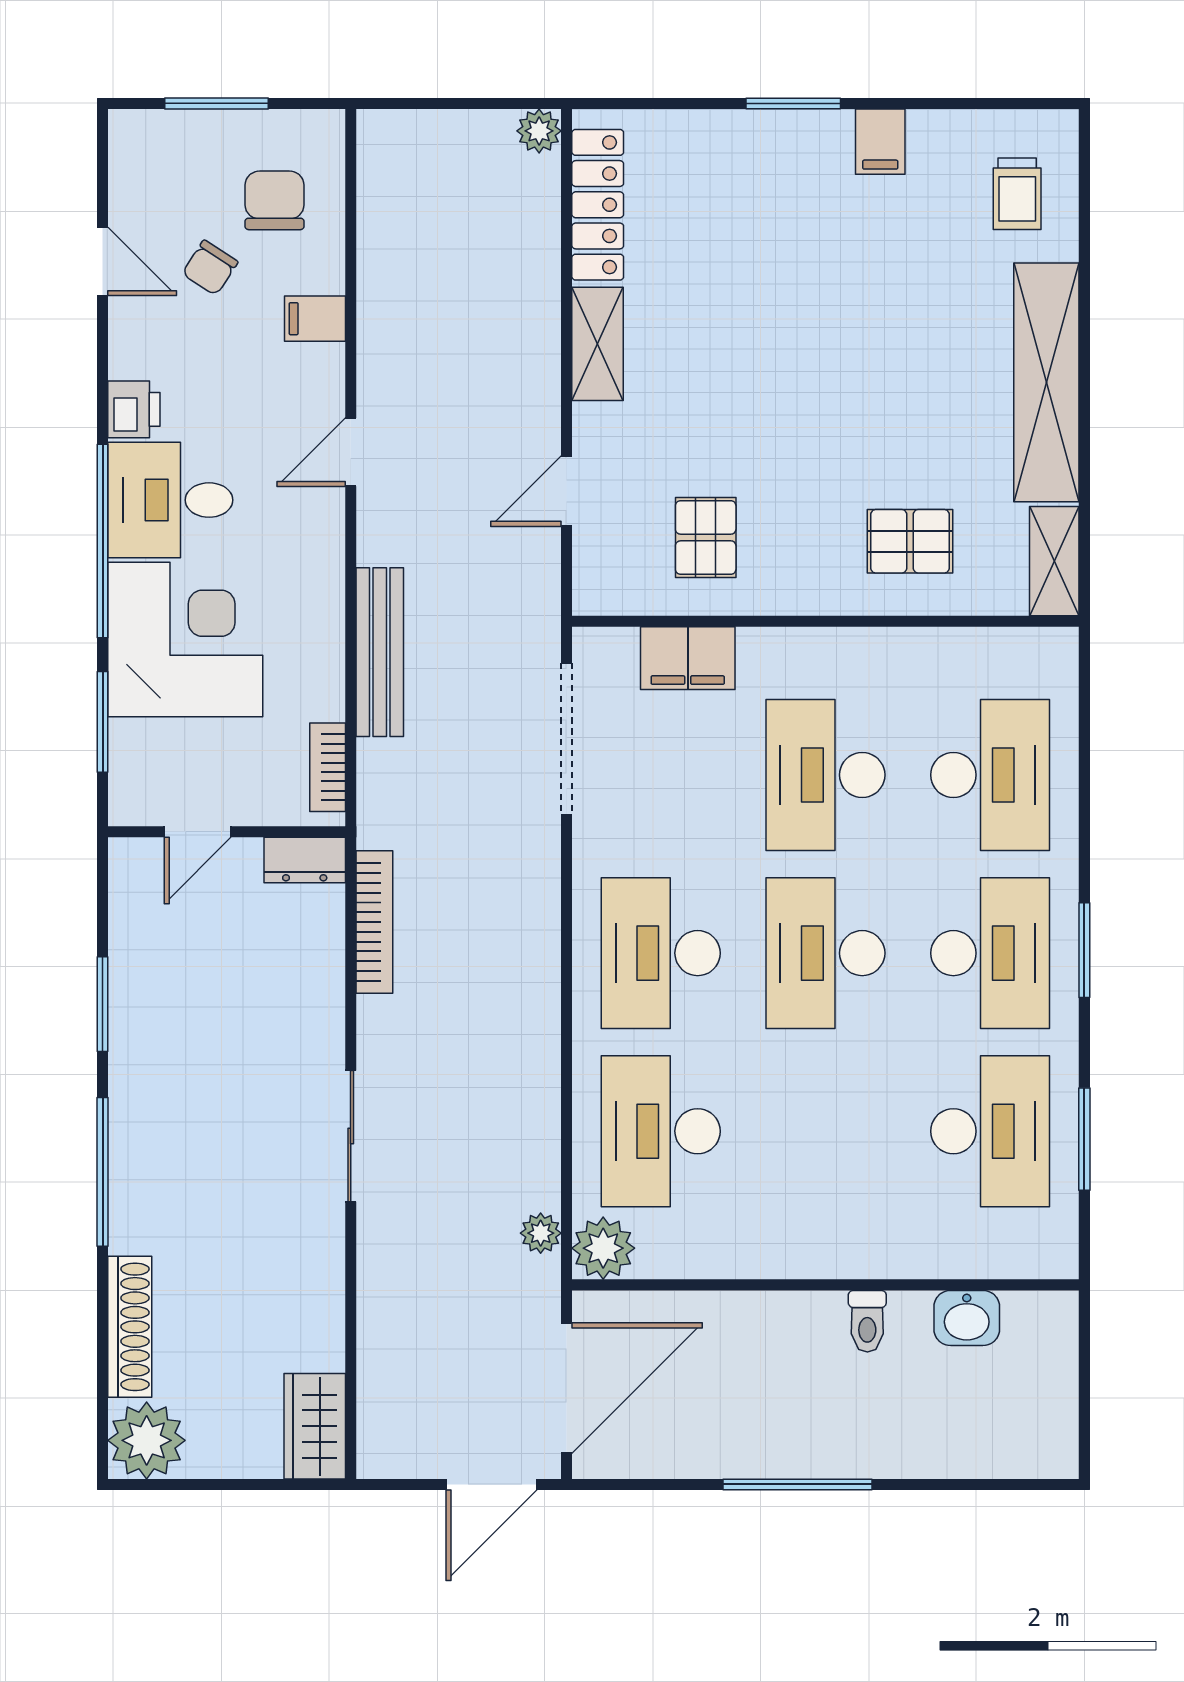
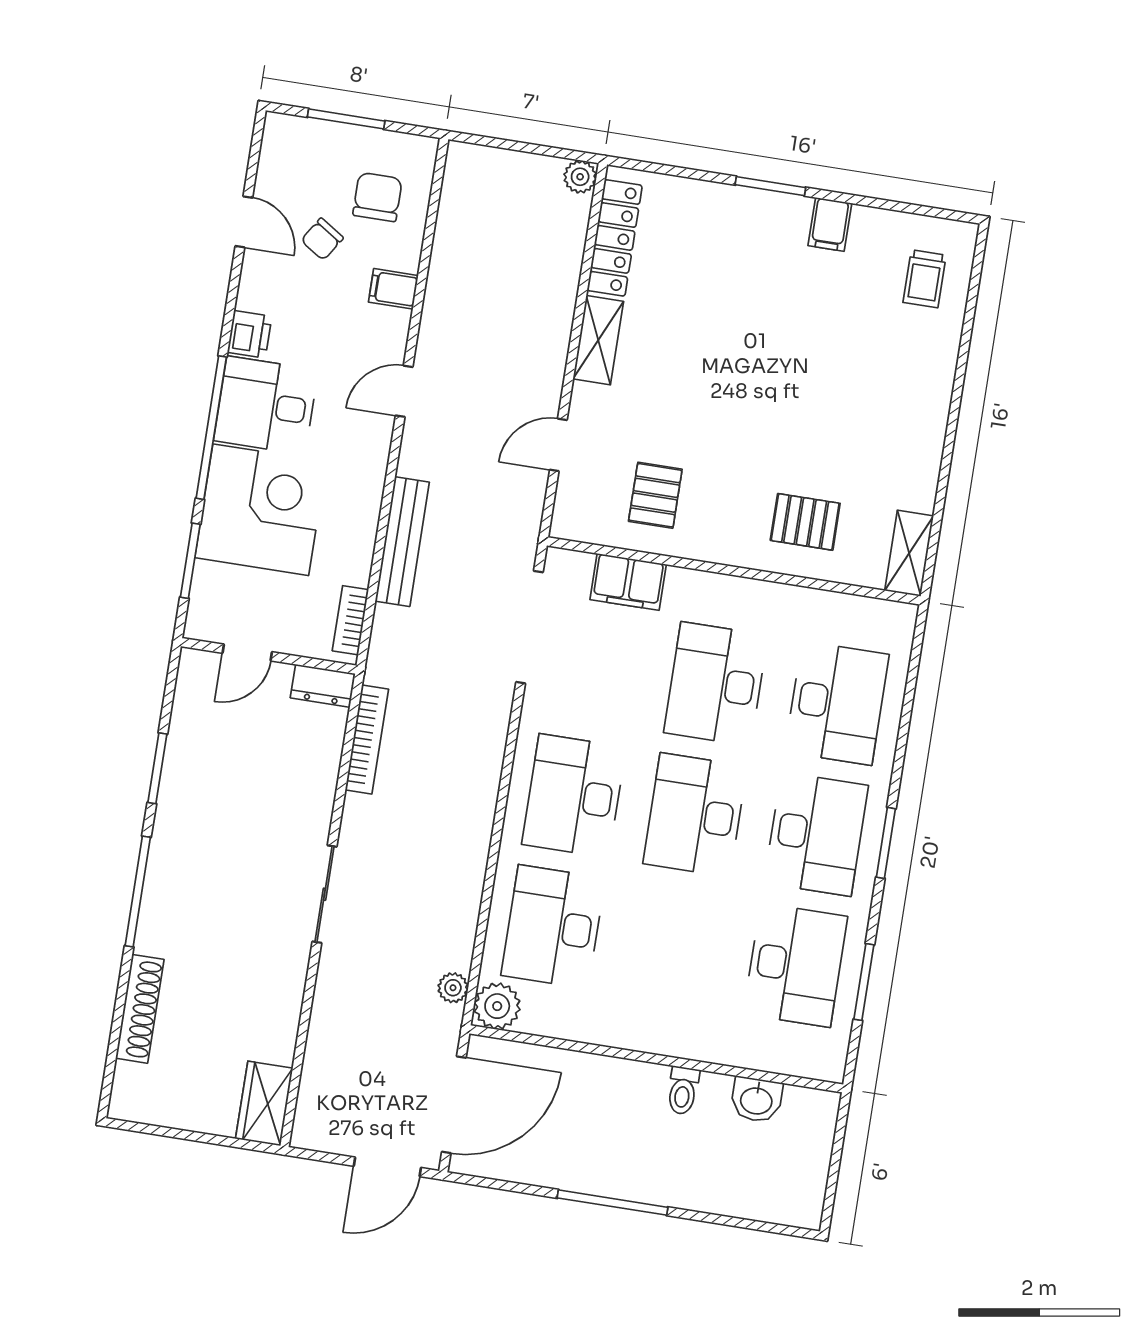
shelving: (1046, 382) -> (924, 421), removed
plant: (147, 1440) -> (139, 1094), removed

